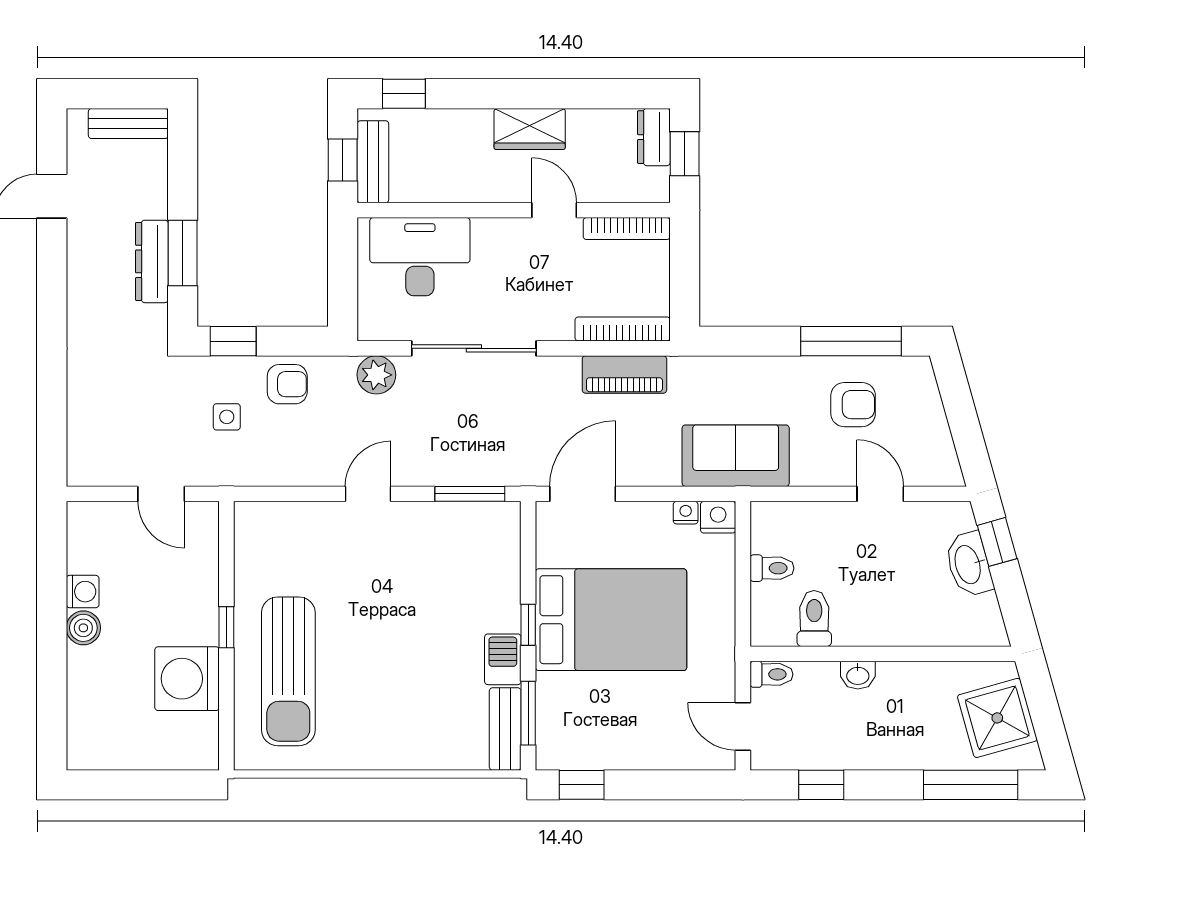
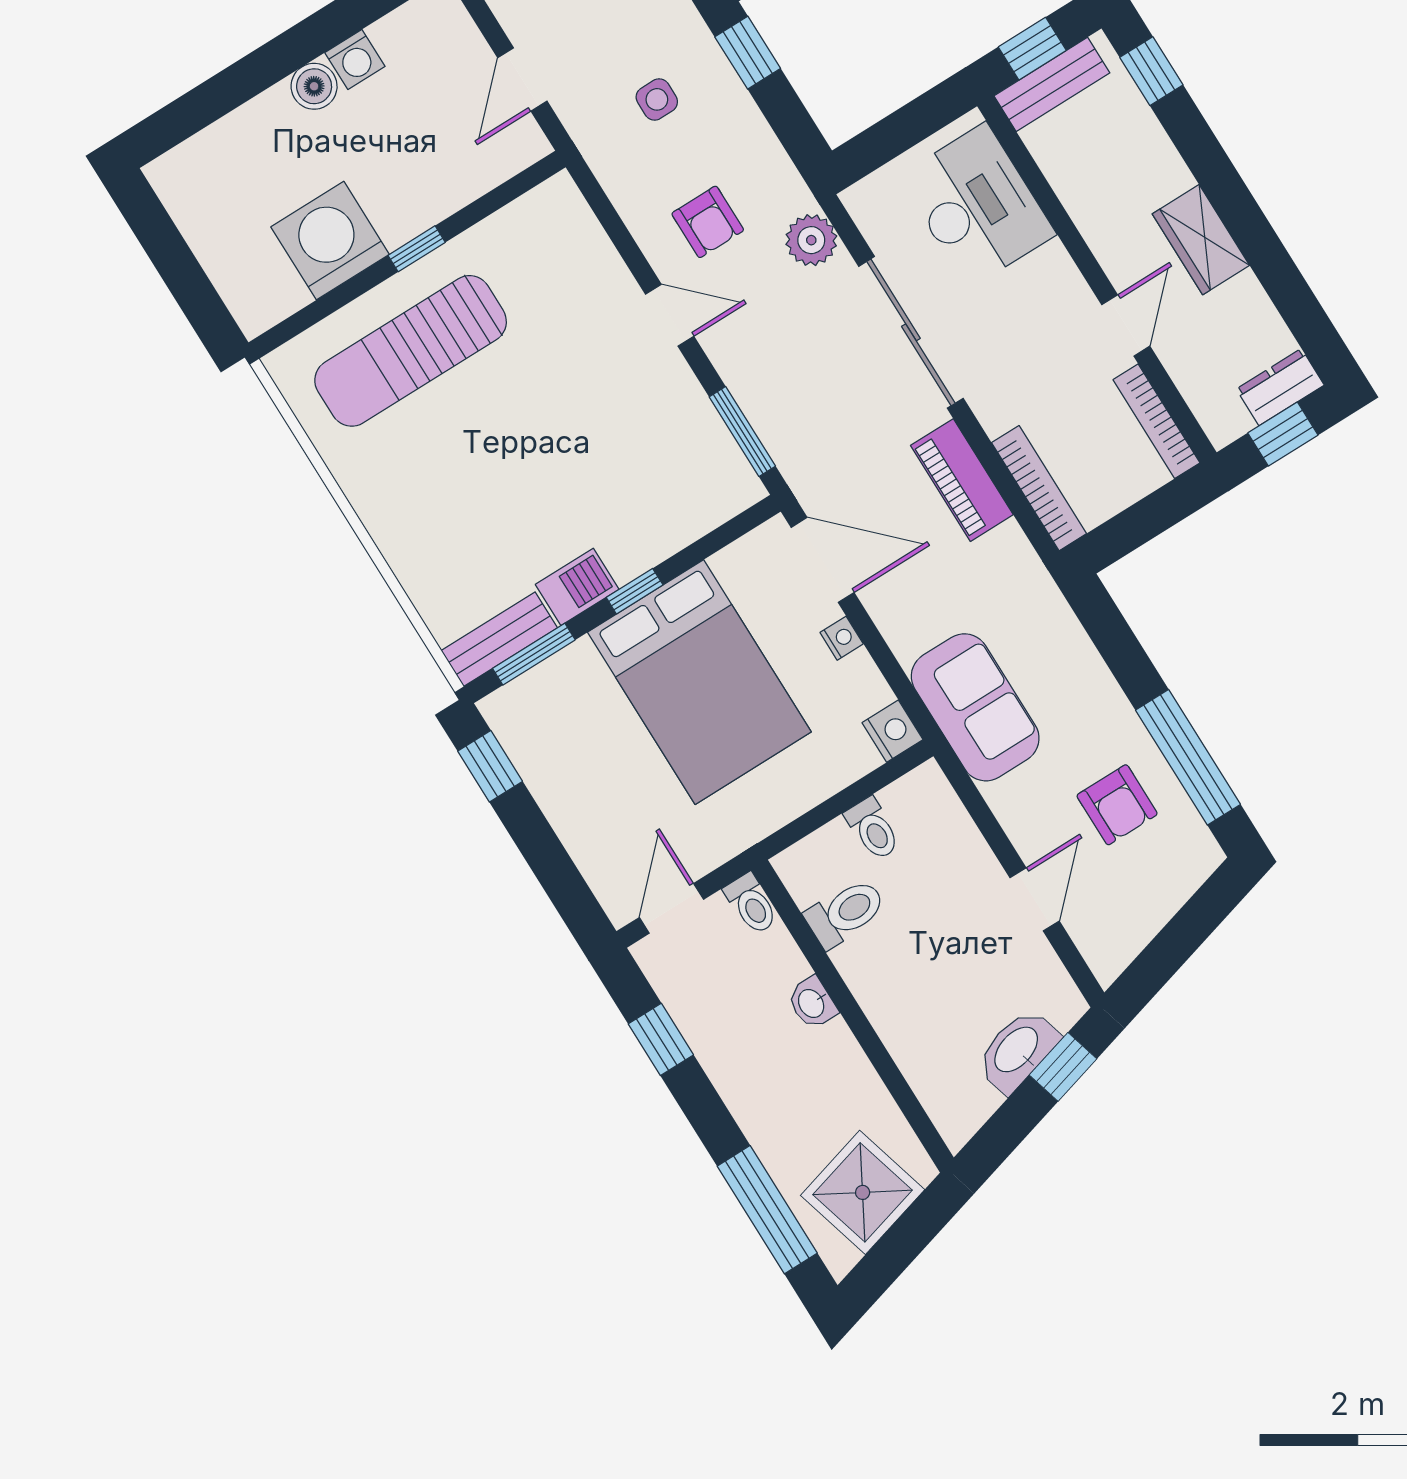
piano: (624, 374) -> (962, 480), moved
armchair: (287, 384) -> (708, 222), moved
nightstand: (686, 513) -> (842, 638), moved

